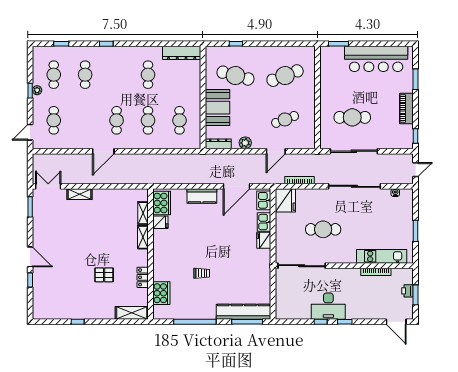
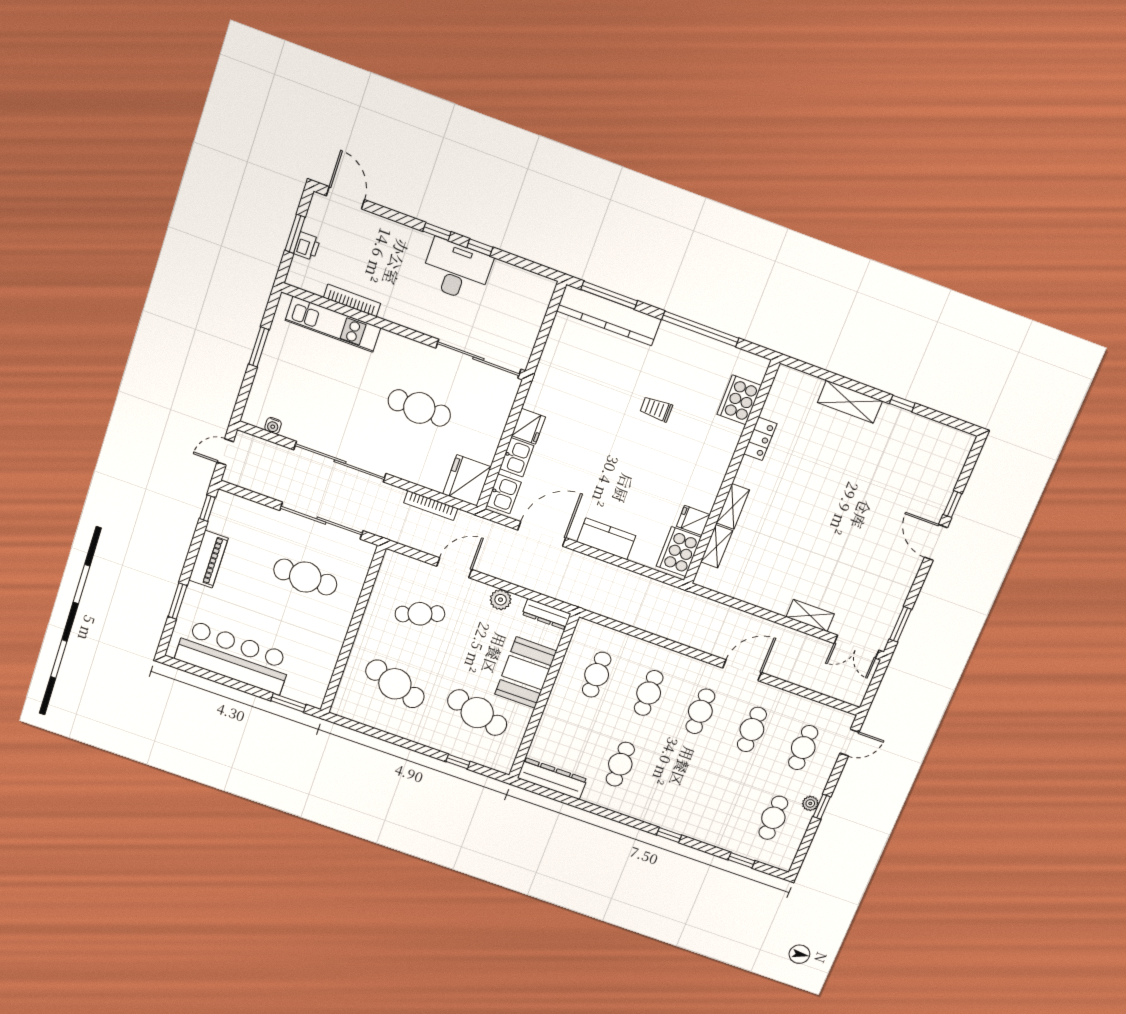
cafe table: (85, 75) -> (752, 729), moved
cafe table: (285, 76) -> (395, 684), turned 39
pallet: (104, 275) -> (824, 467), removed
shelving: (132, 313) -> (850, 402), moved

